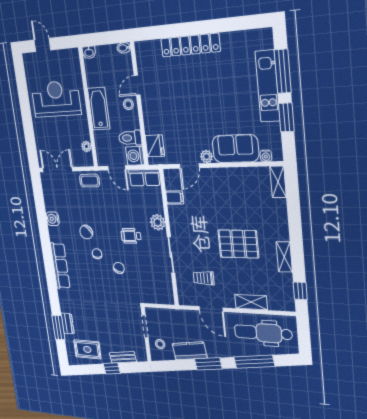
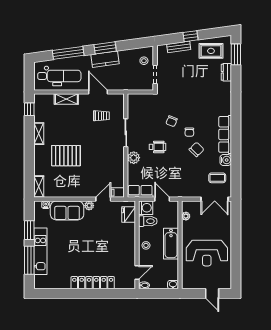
door: (137, 85) -> (137, 273), moved
coffee table: (90, 181) -> (217, 178), moved
filing cabinet: (175, 197) -> (117, 193), moved
pallet: (238, 244) -> (66, 156), moved
row of seats: (60, 266) -> (225, 134), moved
window: (58, 328) -> (236, 54), moved
kitchen counter: (190, 351) -> (105, 59), moved

